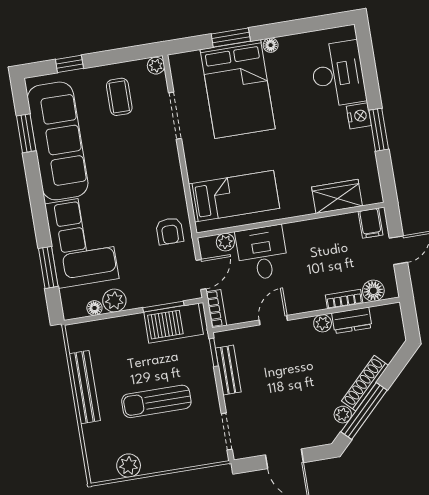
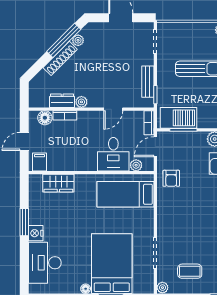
coffee table: (119, 97) -> (190, 271), turned 90
armchair: (170, 231) -> (171, 178), turned 180

